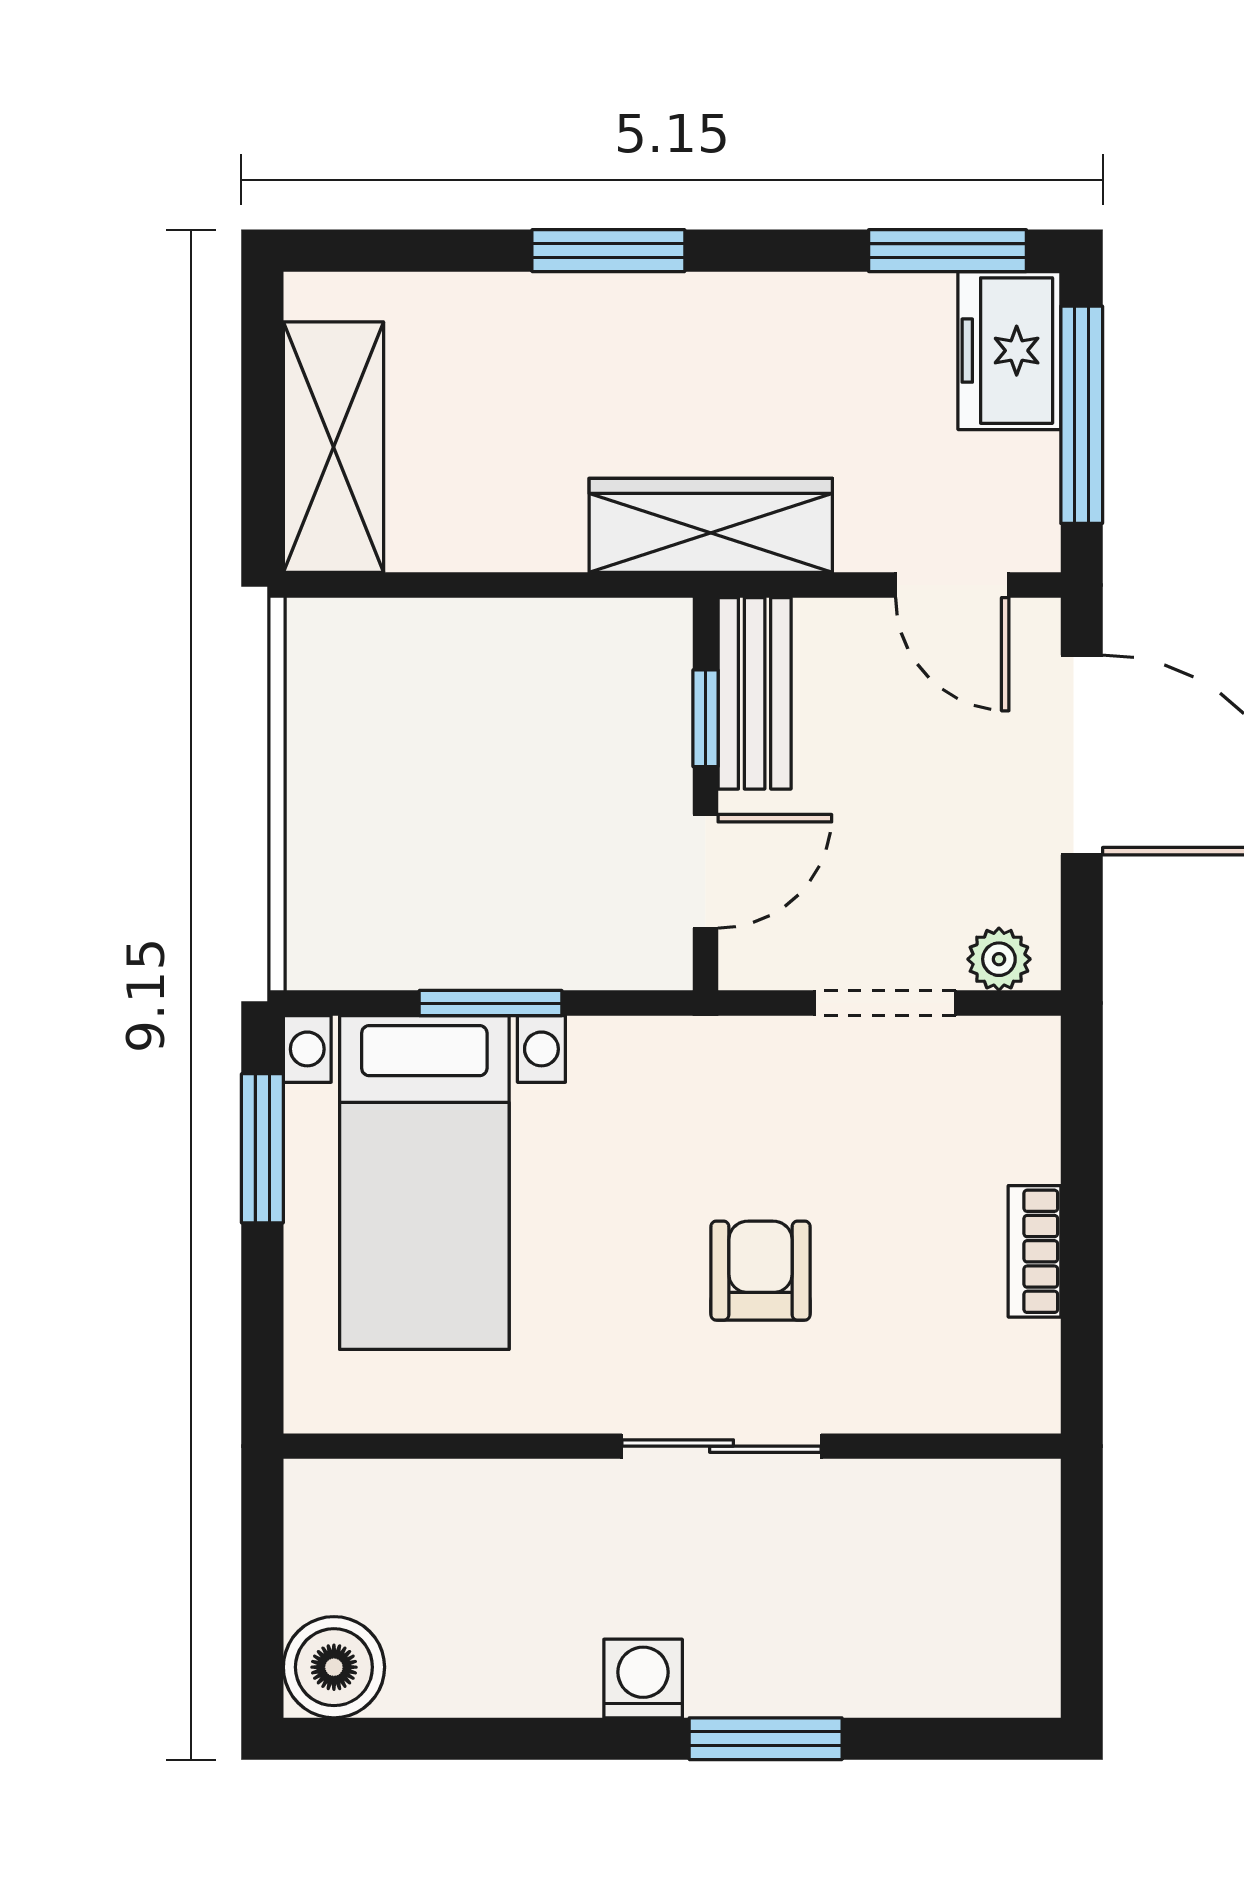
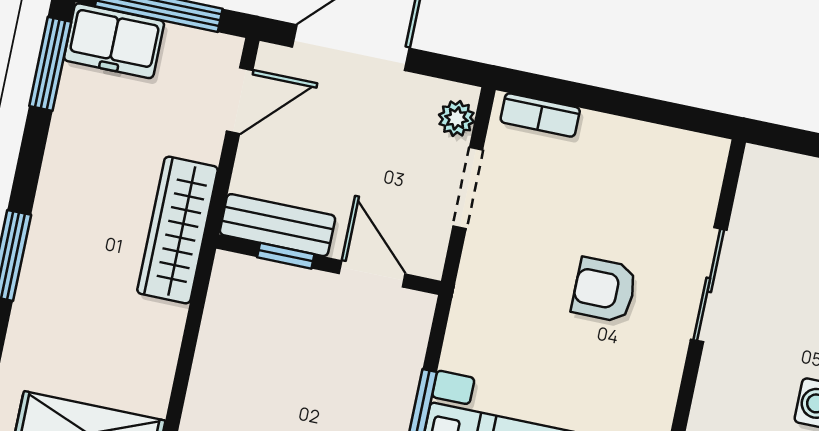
bookcase: (1034, 1251) -> (540, 115), moved
sliding door: (721, 1446) -> (709, 285), moved

